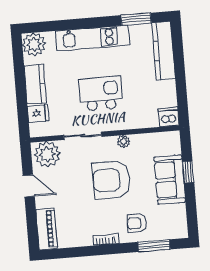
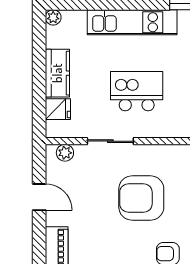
plant: (34, 44) -> (53, 17), width x0.53, depth x0.53
plant: (123, 141) -> (160, 152), removed
plant: (47, 154) -> (65, 153), width x0.53, depth x0.53

